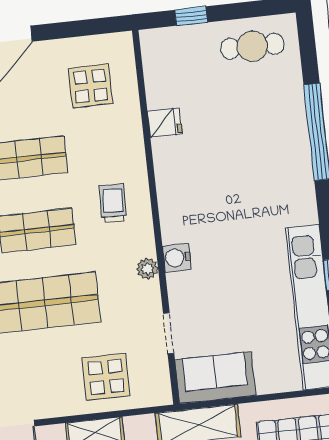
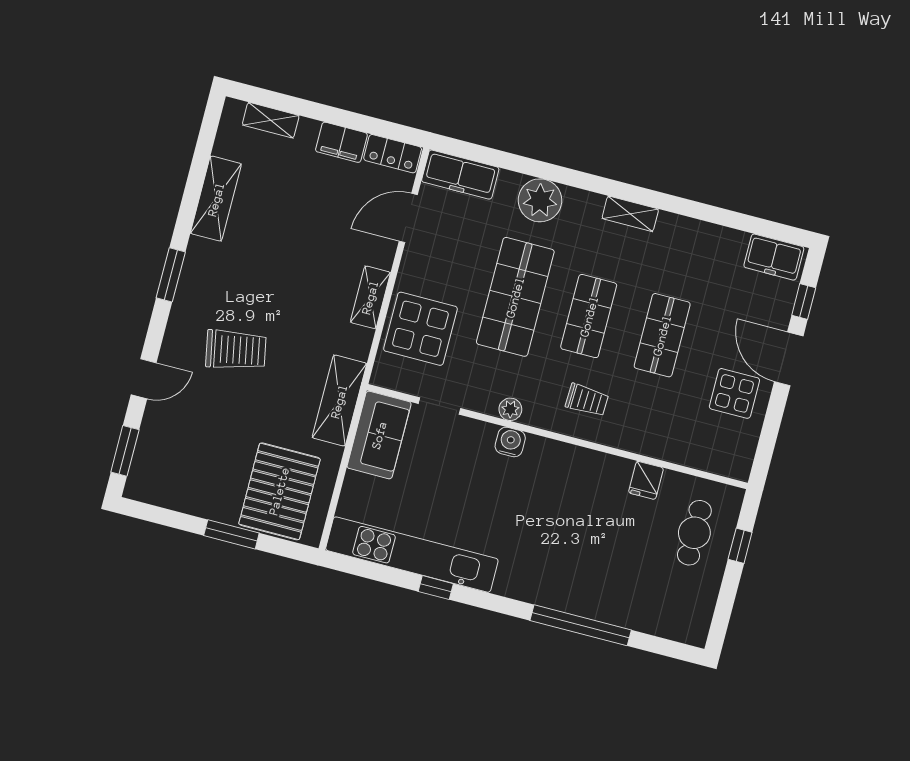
cafe table: (252, 46) -> (694, 533), moved
display table: (91, 86) -> (734, 393), moved
display table: (106, 377) -> (420, 329), width x1.36, depth x1.36

